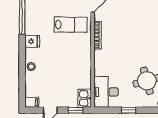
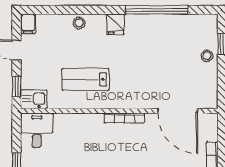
lab bench: (71, 25) -> (86, 79), moved, turned 90
desk: (106, 92) -> (37, 130), width x0.73

